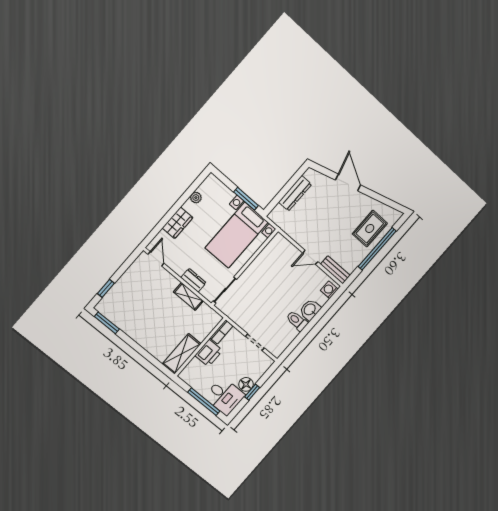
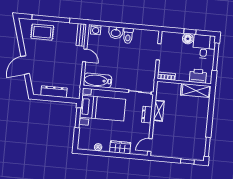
bathtub: (272, 252) -> (97, 80), added
printer: (209, 353) -> (198, 76), moved

